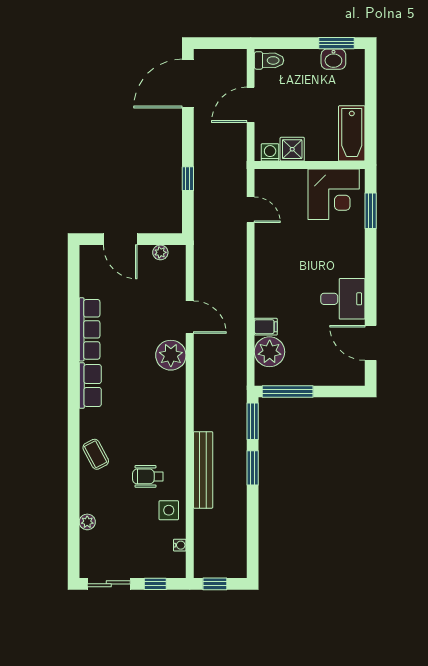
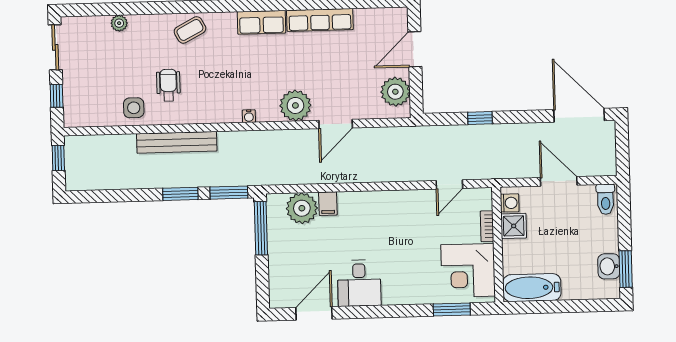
bookcase: (292, 175) -> (487, 226), added
plant: (160, 252) -> (395, 92), width x1.87, depth x1.87
water cooler: (180, 545) -> (249, 116), moved

